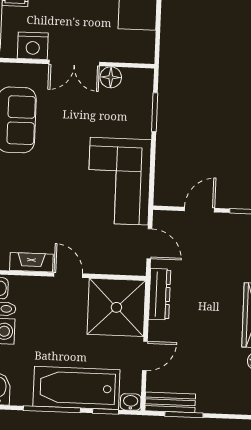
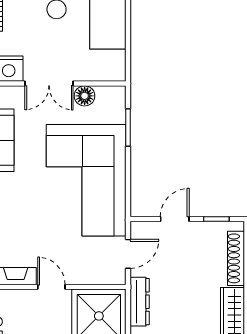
corner sofa: (119, 181) -> (86, 180), width x1.36, depth x1.36
door: (149, 244) -> (128, 254), hinge flipped

